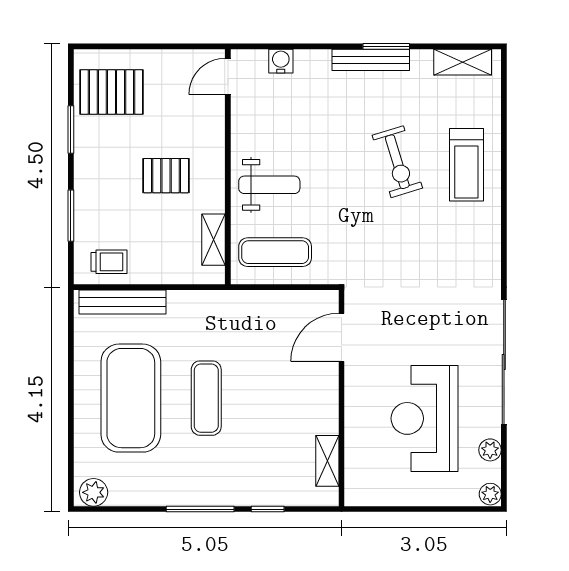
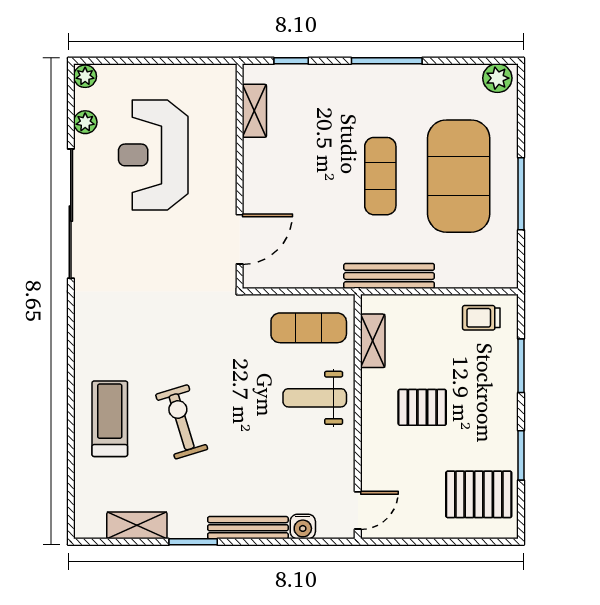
bench: (371, 60) -> (248, 528), moved
shelving: (463, 62) -> (137, 525), moved
bench: (123, 302) -> (389, 276), moved
window: (71, 381) -> (521, 194), added
reception desk: (425, 418) -> (153, 155), turned 180
window: (268, 509) -> (291, 61), moved

